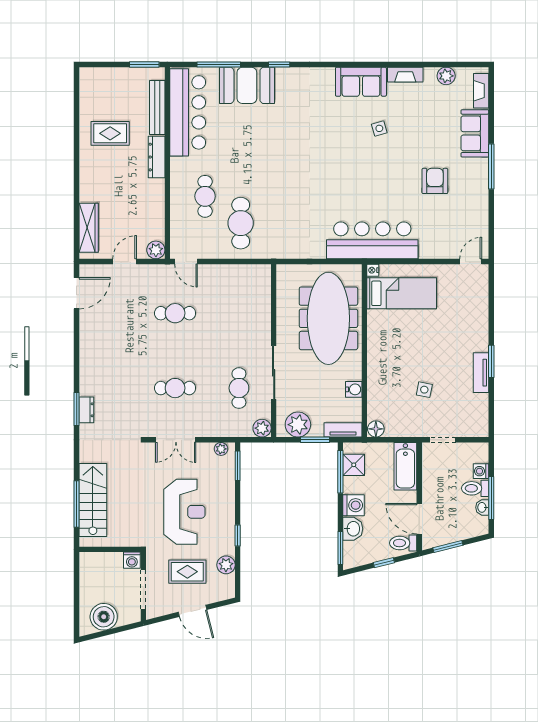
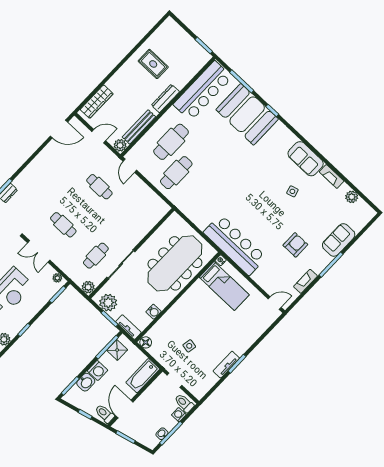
booth: (247, 85) -> (247, 114), width x1.36, depth x1.42
fireplace: (481, 91) -> (305, 281), moved
bench: (157, 108) -> (139, 127), moved
cafe table: (205, 196) -> (171, 142), width x1.37, depth x1.35
toilet: (475, 488) -> (184, 403), moved

